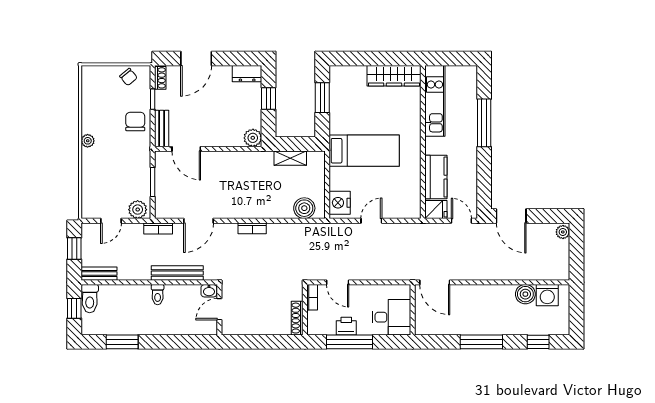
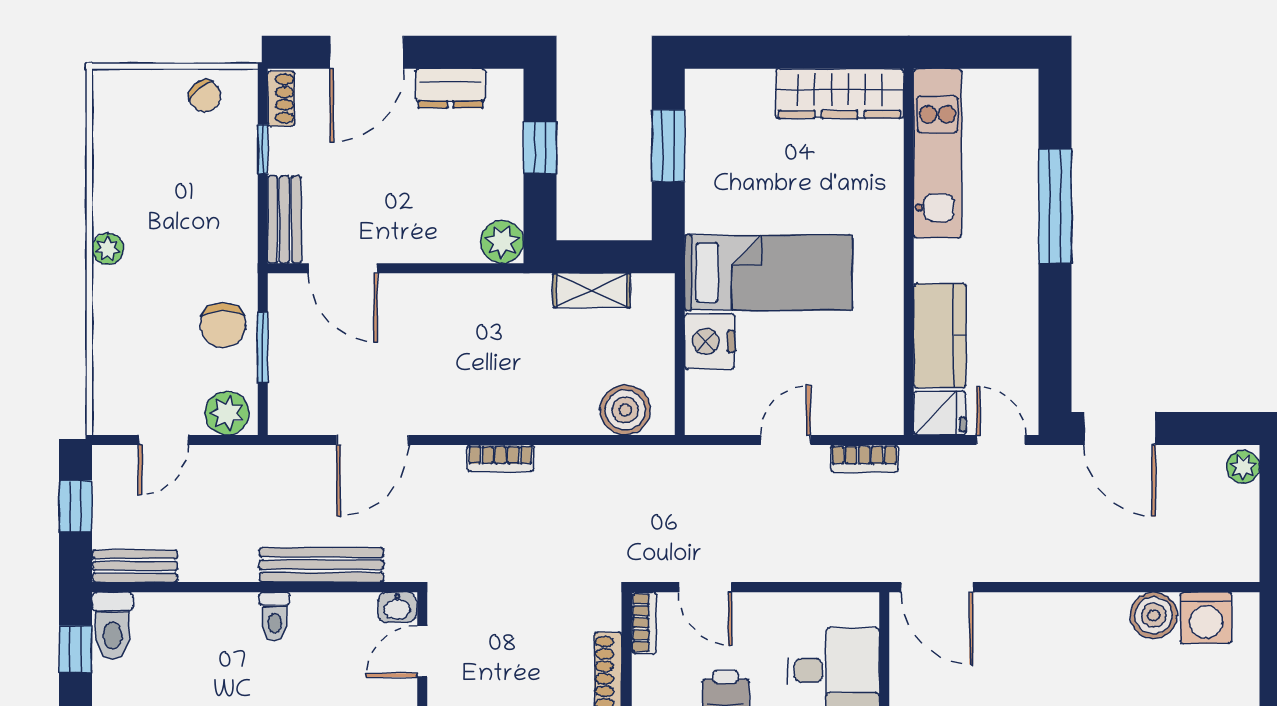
dresser: (247, 74) -> (450, 88), moved
chair: (135, 121) -> (223, 325), moved, turned 180
nightstand: (340, 203) -> (710, 341), moved
bookcase: (158, 228) -> (864, 458), moved

